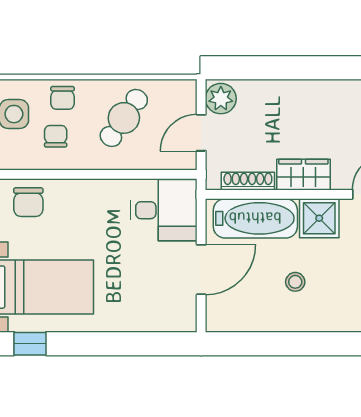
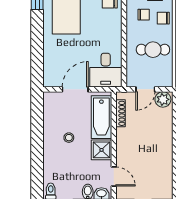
cafe table: (124, 118) -> (153, 50), turned -35
door: (201, 133) -> (145, 89), swing flipped
wardrobe: (303, 175) -> (124, 142), removed
door: (201, 270) -> (75, 89), swing flipped

